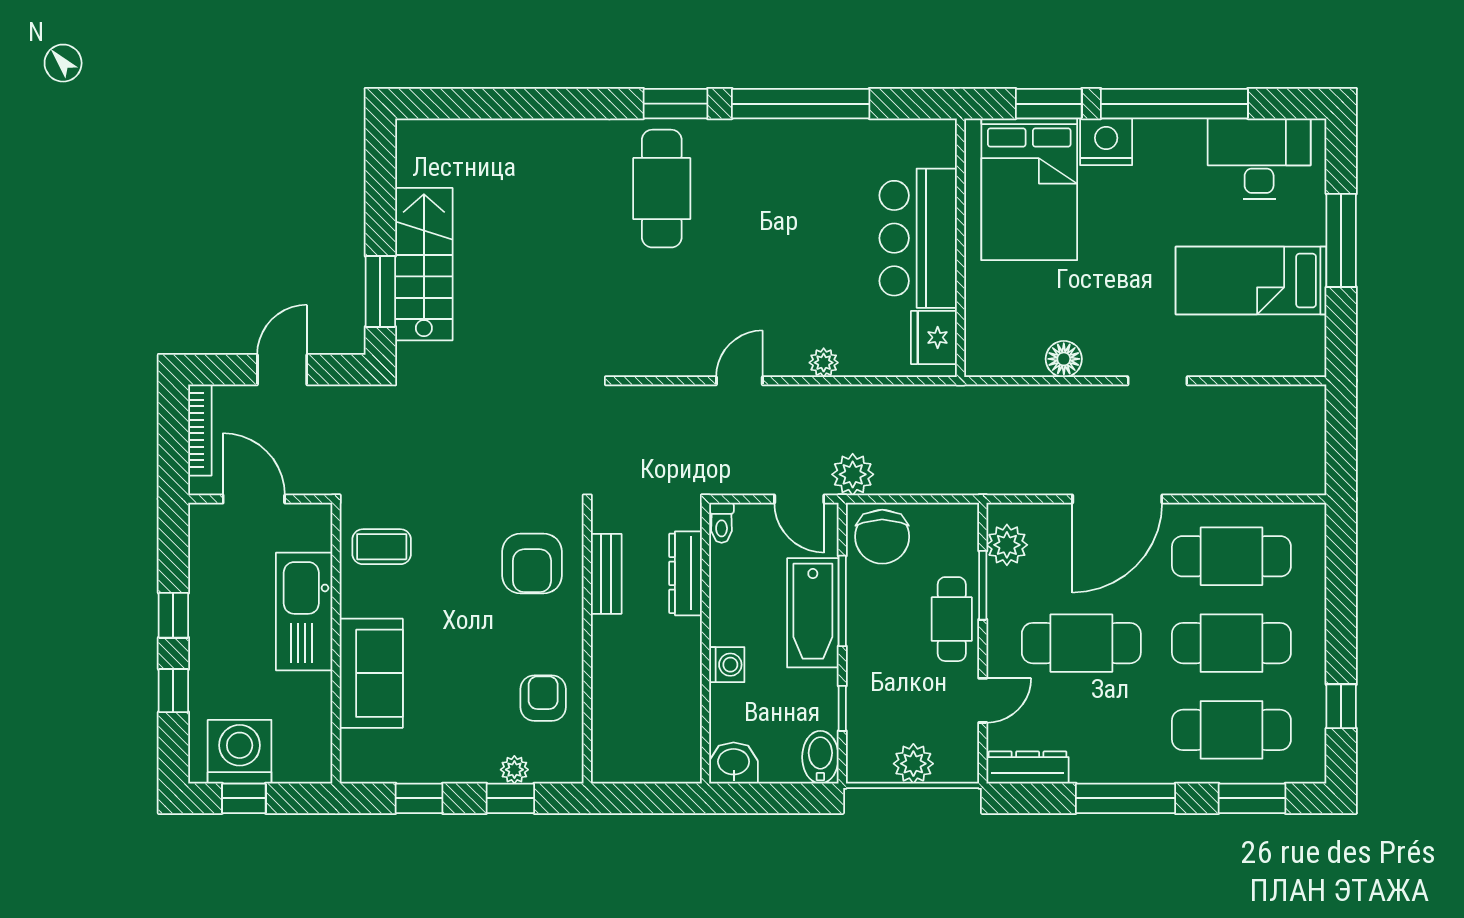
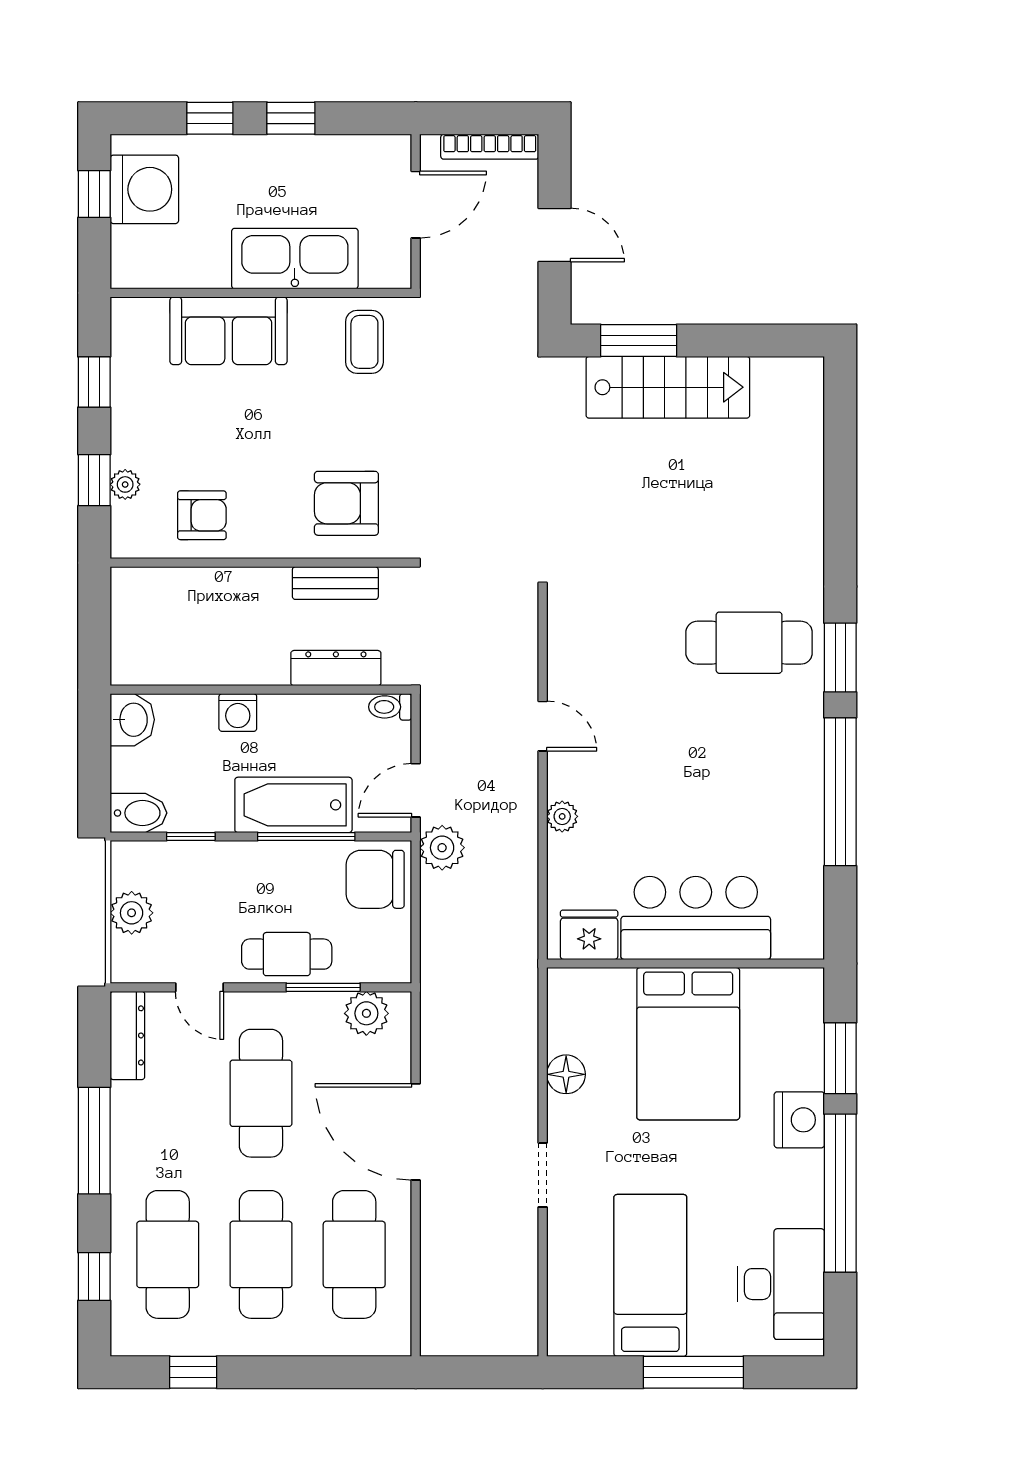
bed: (1029, 189) -> (688, 1044), moved, turned -90
window: (1252, 798) -> (94, 1276), width x0.67

